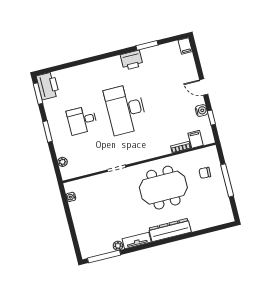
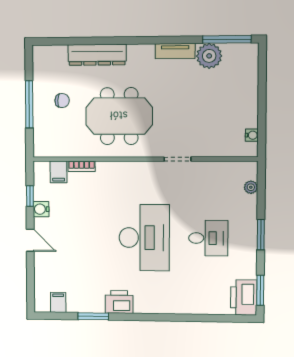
filing cabinet: (185, 46) -> (58, 302), moved
chair: (205, 173) -> (62, 101), moved
dresser: (170, 230) -> (97, 55), moved
plant: (118, 246) -> (209, 56), width x1.88, depth x1.88

